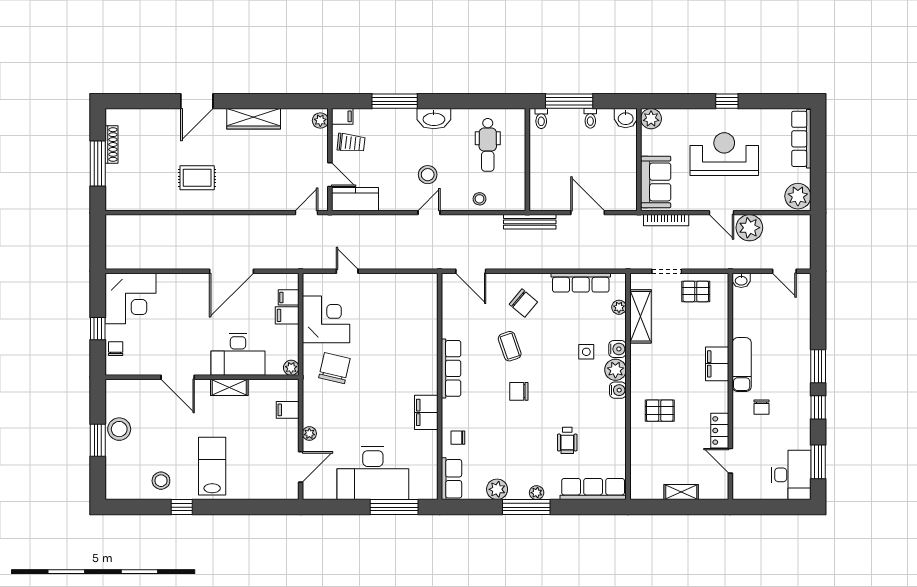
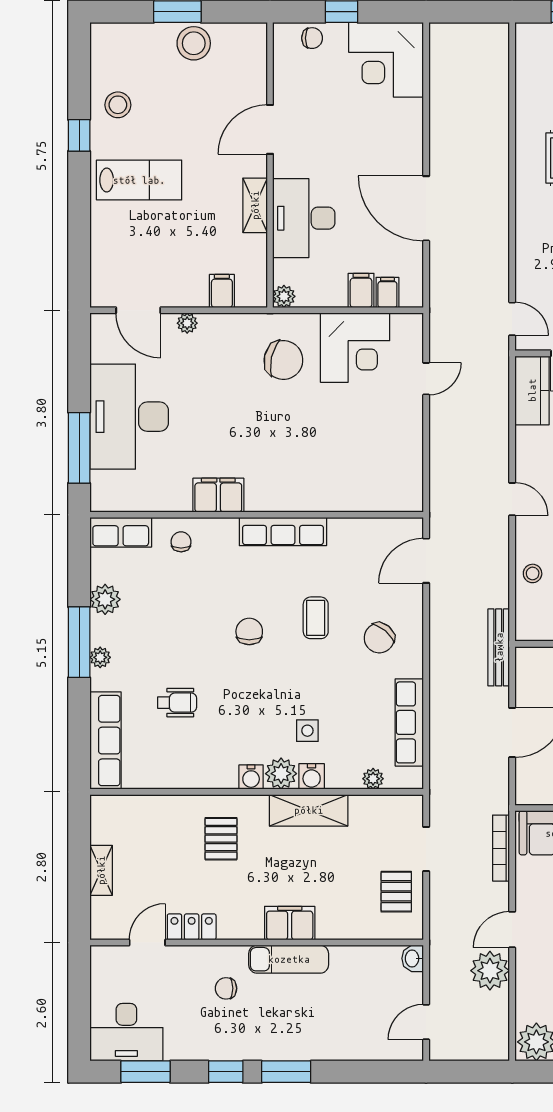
shelving: (640, 316) -> (309, 810), moved
coffee table: (510, 346) -> (316, 618), turned -71
wheelchair: (567, 440) -> (177, 703), turned 180

